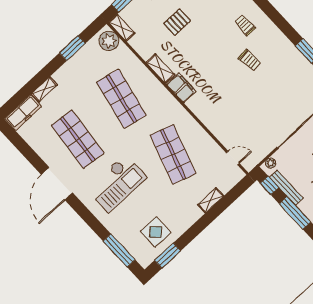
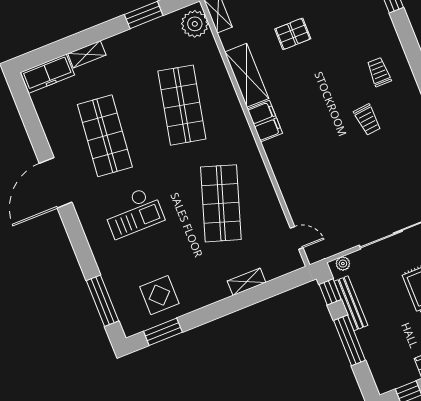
shelving: (160, 69) -> (247, 75), width x1.50, depth x1.33
checkout: (117, 183) -> (133, 212), width x0.73, depth x0.83

